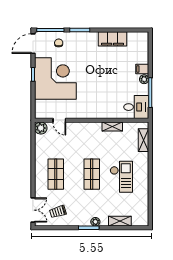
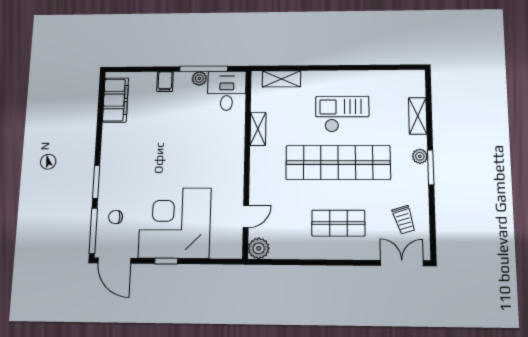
filing cabinet: (113, 39) -> (116, 100), moved
plant: (144, 79) -> (199, 78), moved
shop shelf: (92, 174) -> (338, 163), width x2.00, depth x1.36

